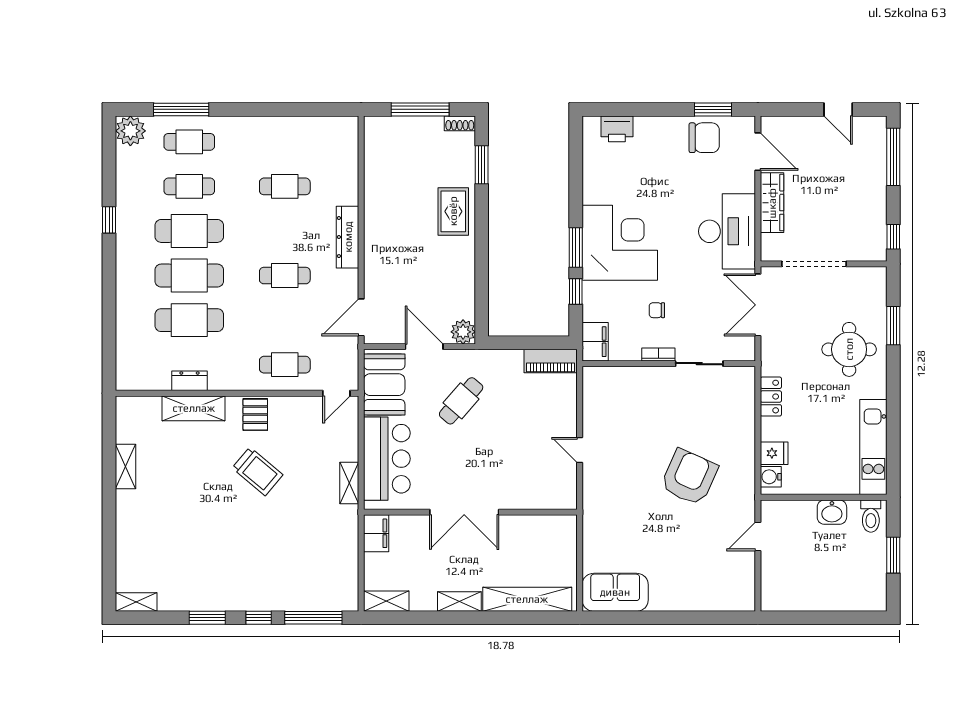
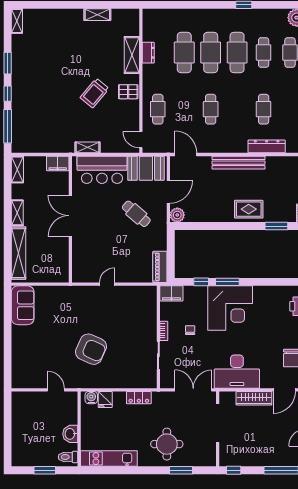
bench: (375, 229) -> (239, 163), added
dresser: (348, 237) -> (267, 146), moved

